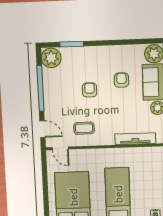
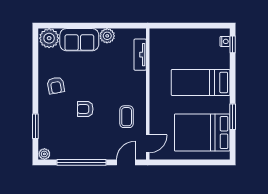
plant: (51, 58) -> (44, 154), width x0.53, depth x0.53
armchair: (121, 80) -> (56, 85), moved, turned -100
tv unit: (135, 139) -> (140, 55), width x0.71

